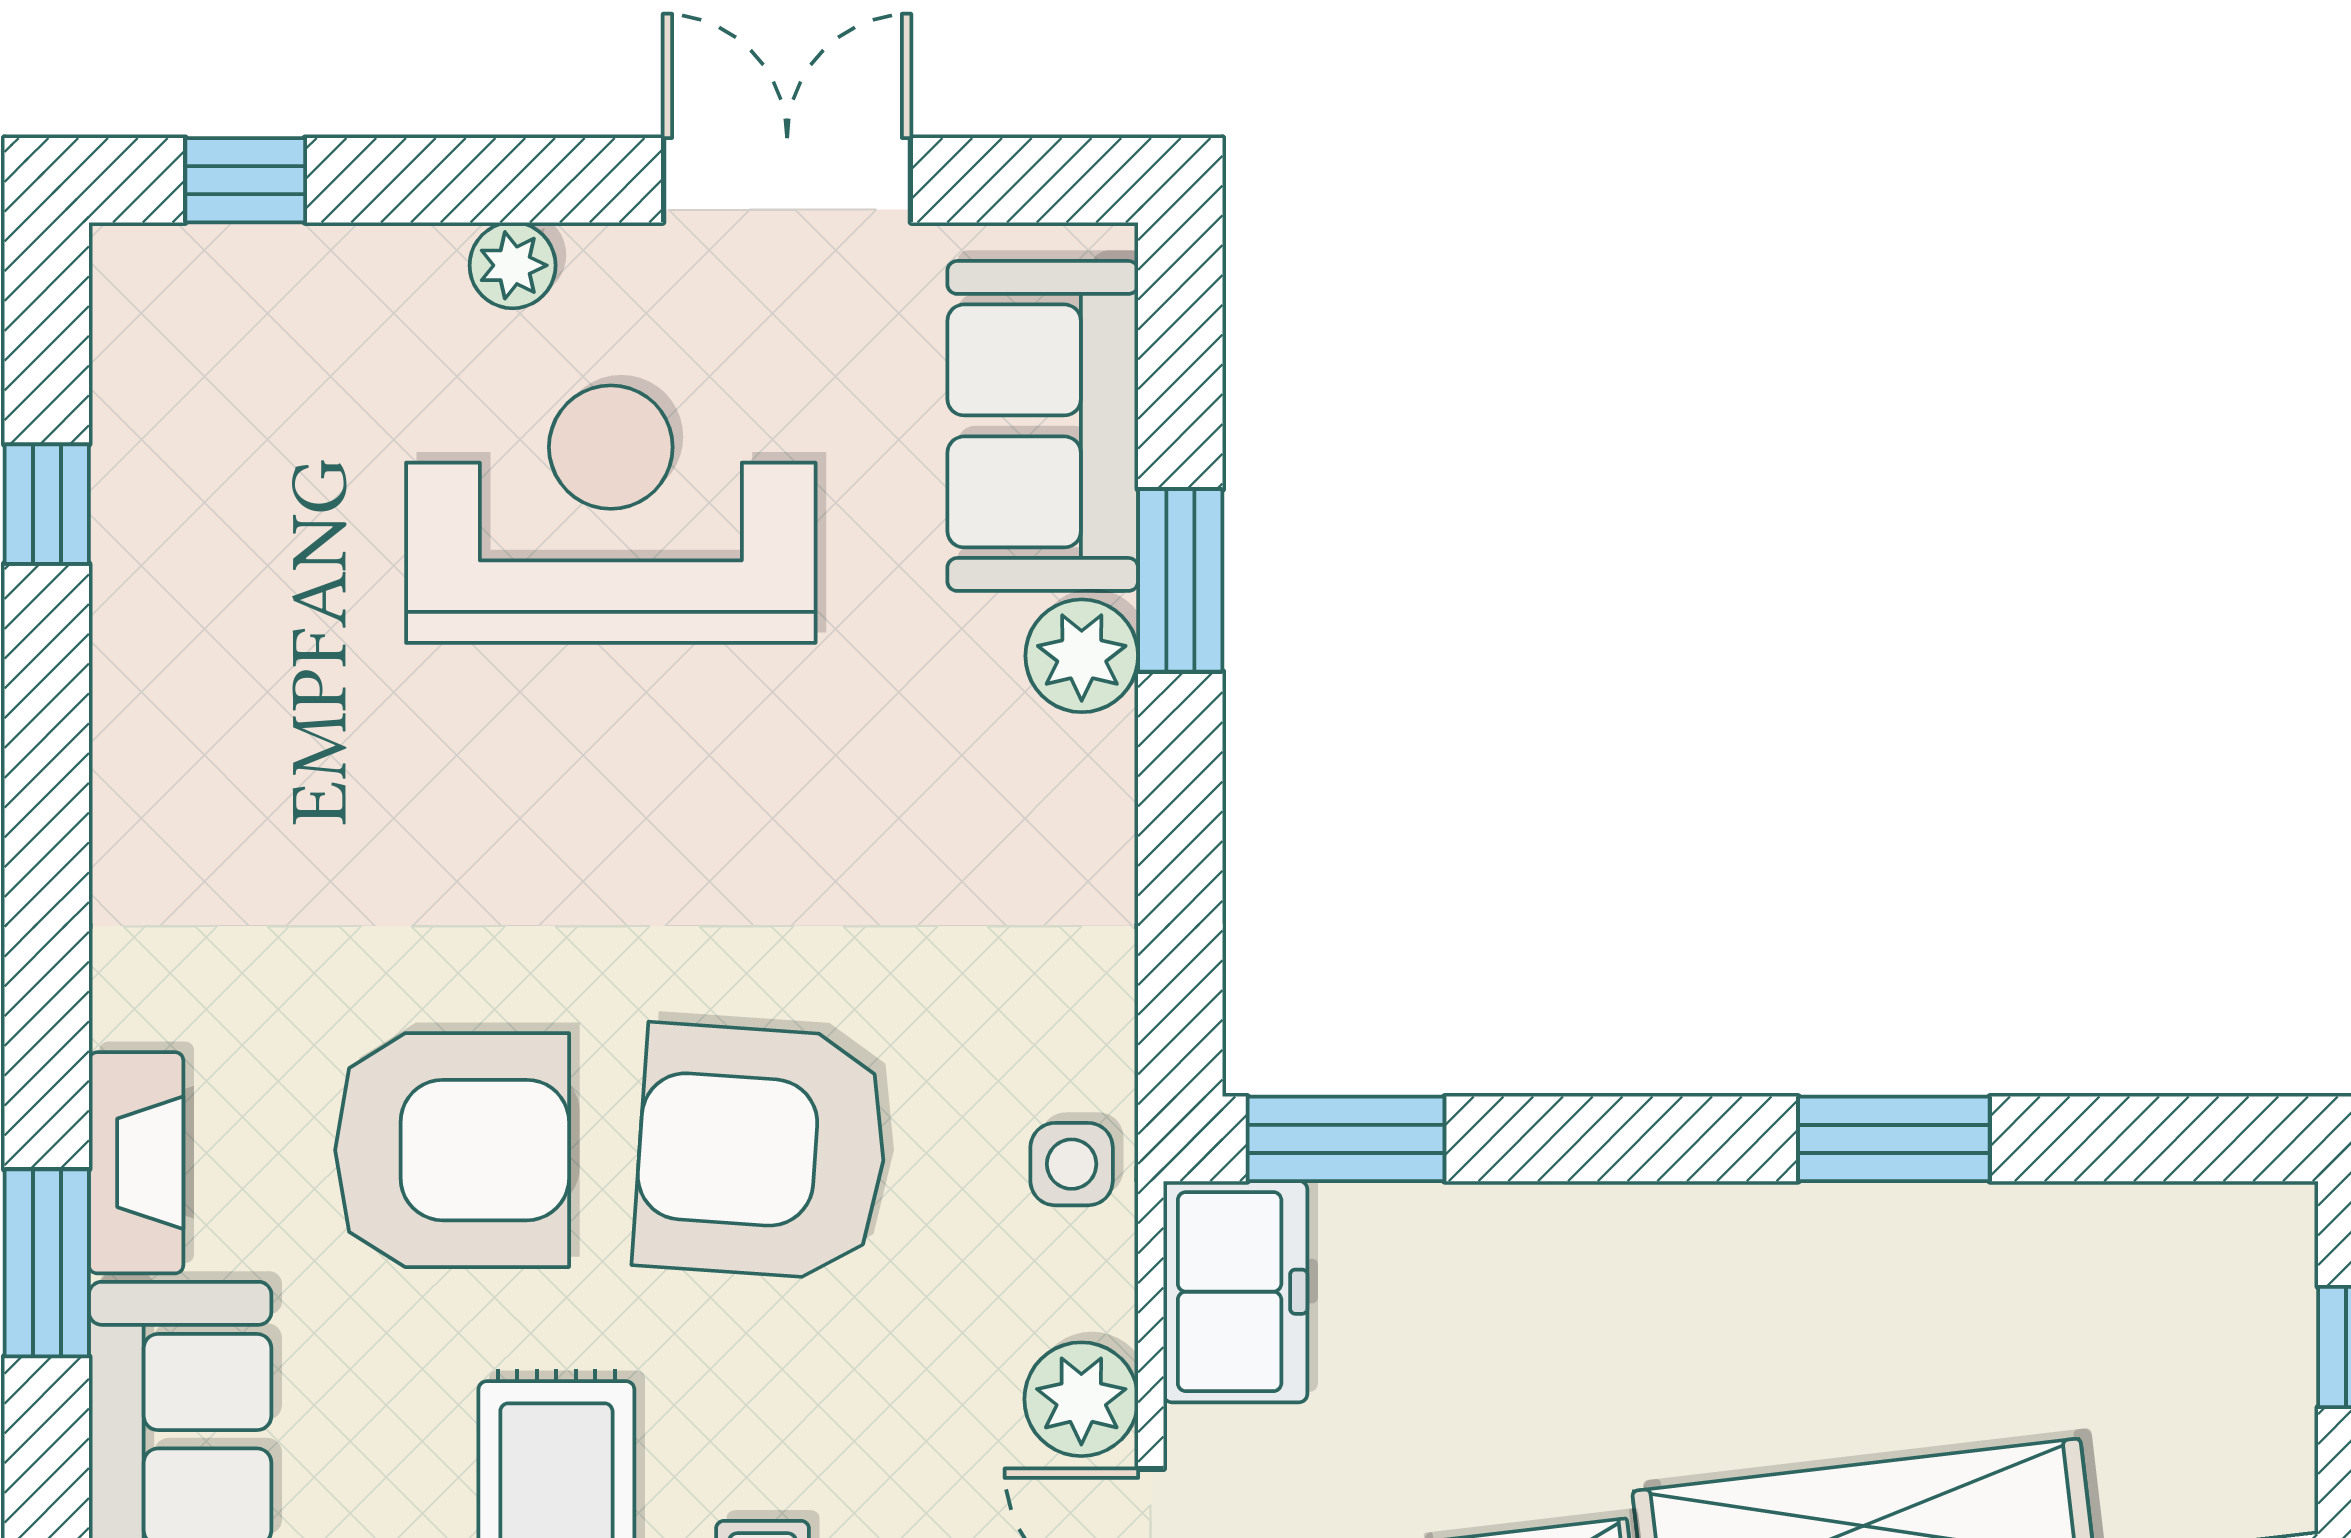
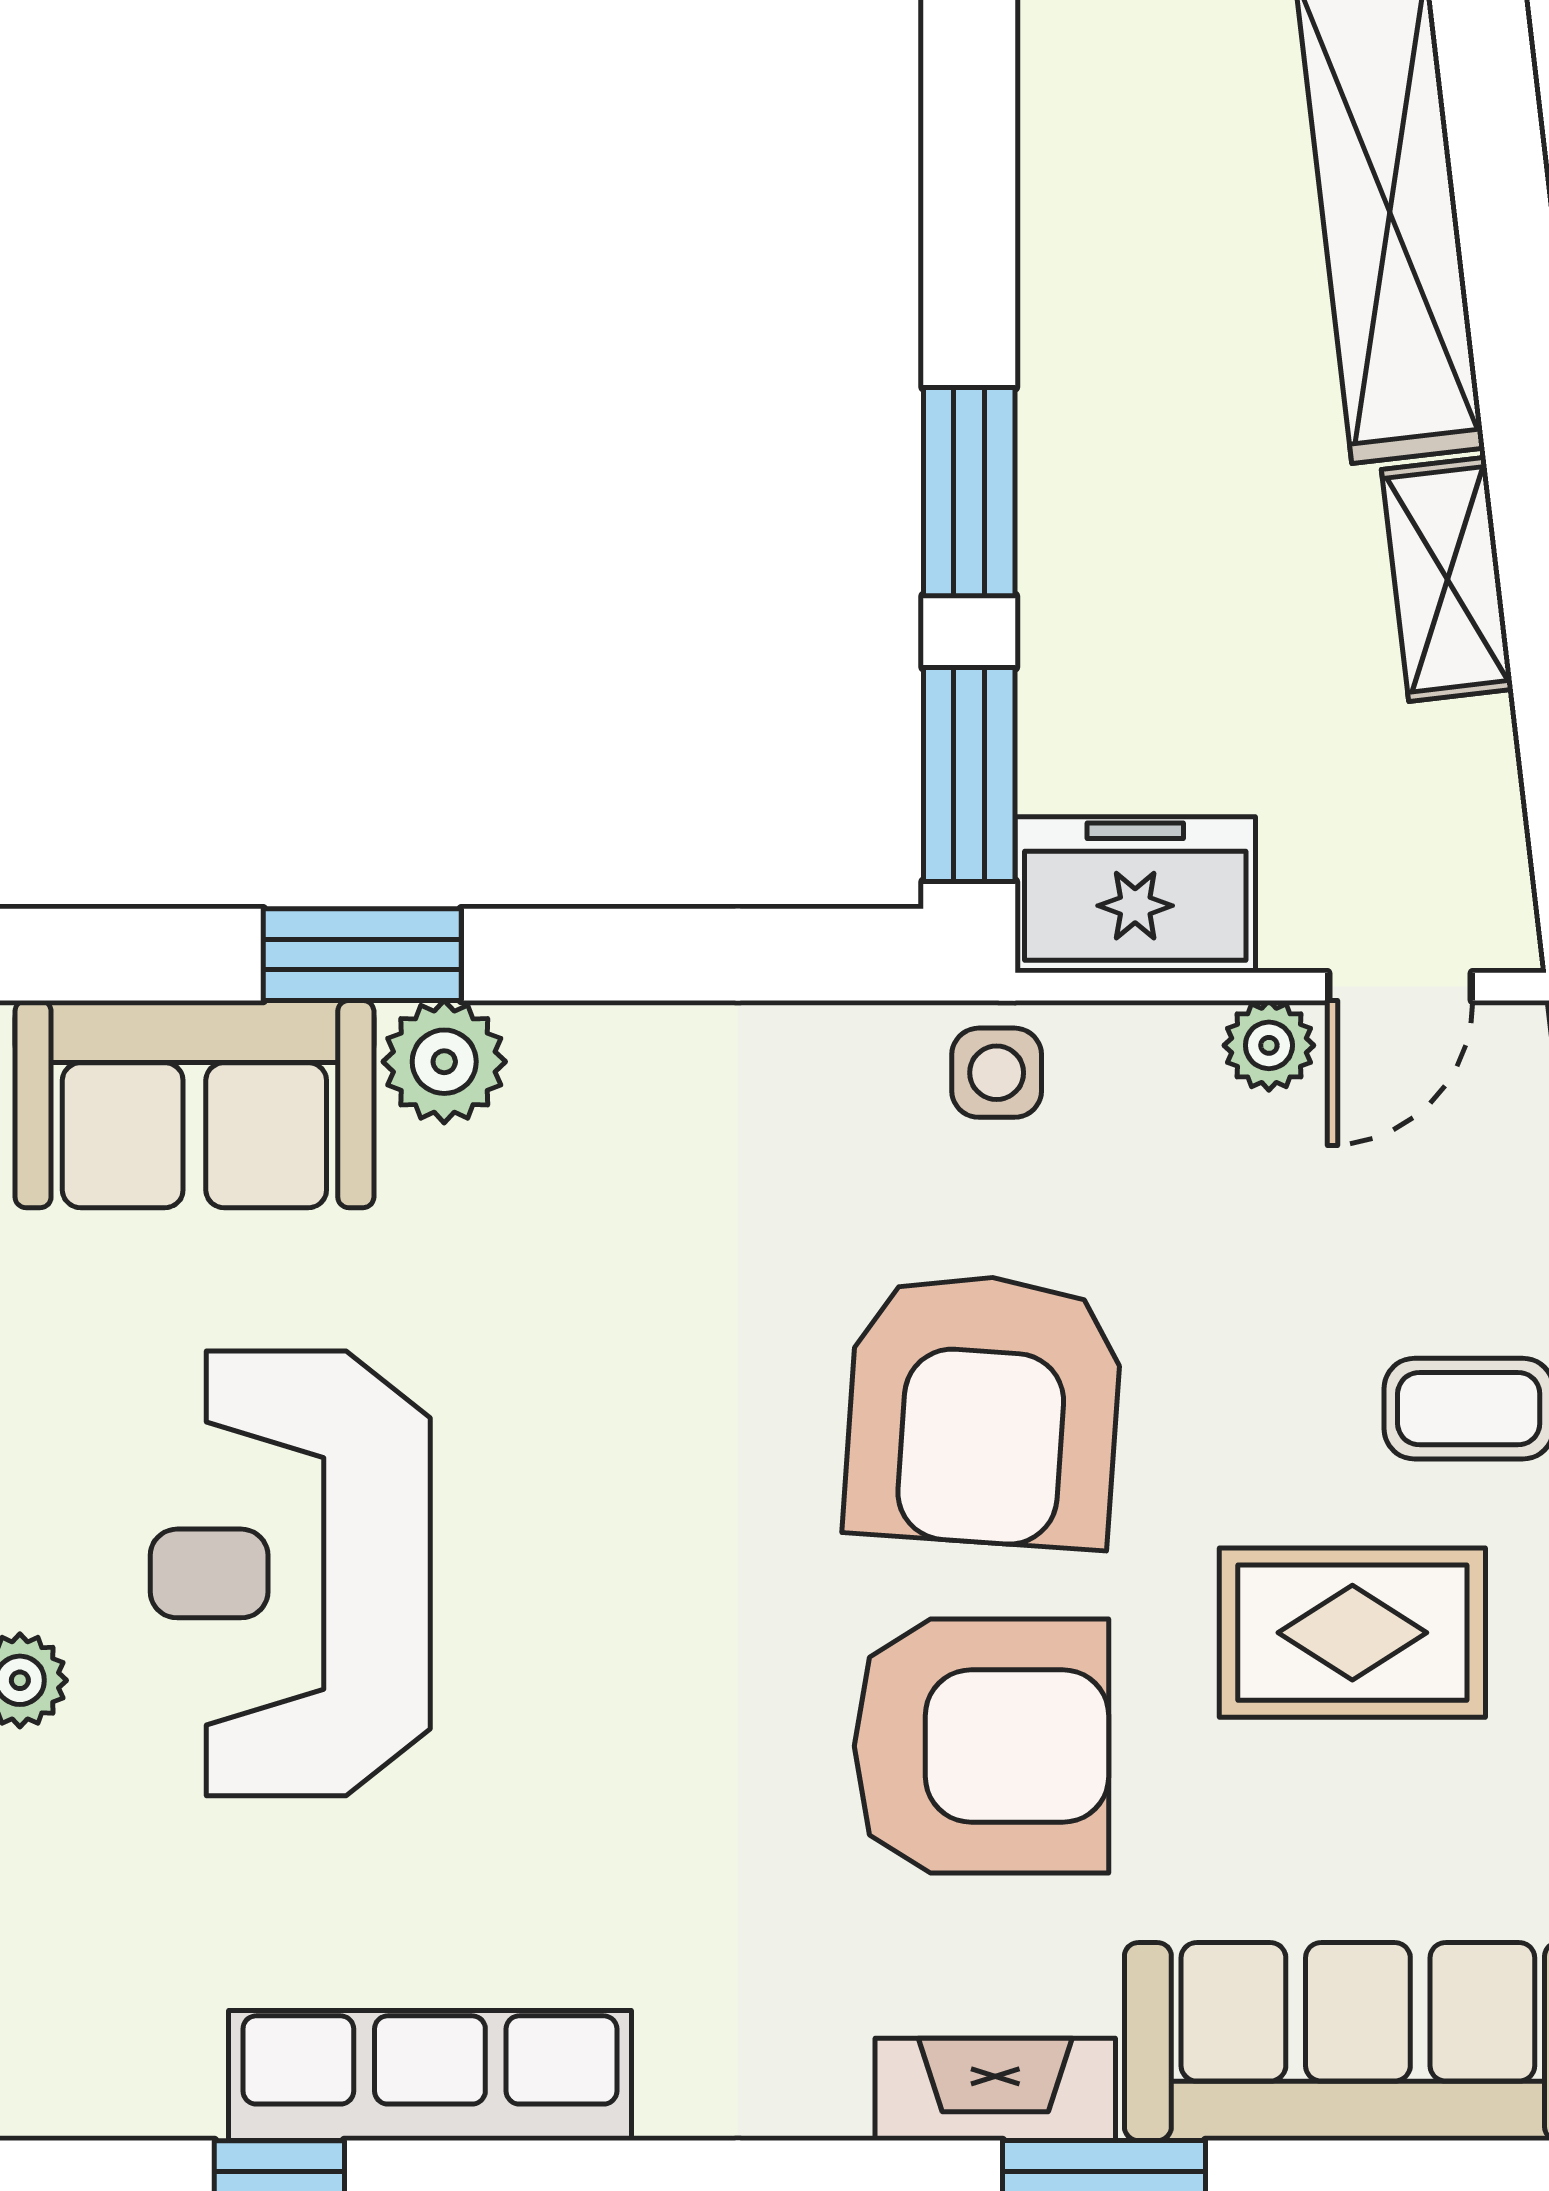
row of seats: (149, 643) -> (430, 2076), added
window: (1894, 1139) -> (969, 492), moved
armchair: (452, 1150) -> (981, 1746), turned 90
plant: (1081, 1399) -> (1269, 1045), width x0.73, depth x0.73

